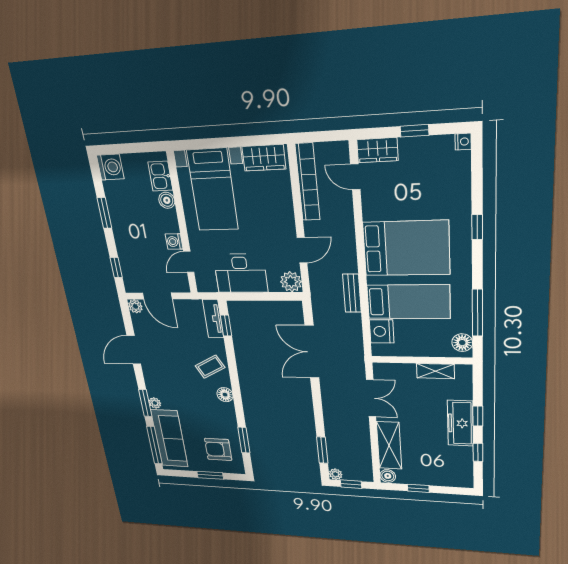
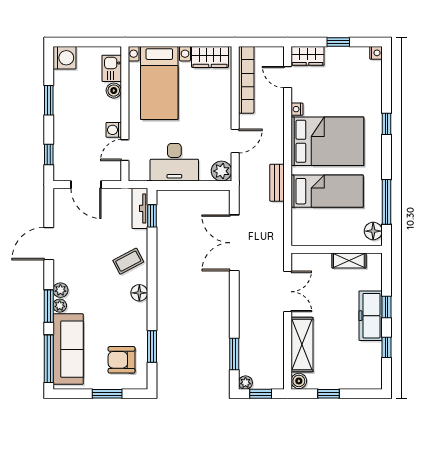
plant: (135, 306) -> (60, 290), moved
nightstand: (382, 331) -> (297, 109), moved, width x0.53, depth x0.56

